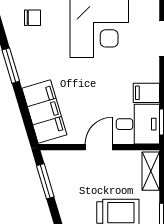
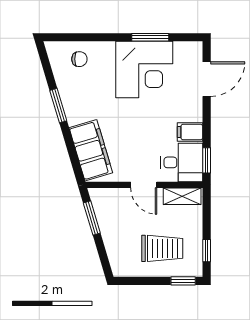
door: (99, 147) -> (144, 185), swing flipped
shelving: (151, 171) -> (182, 196), moved, turned 90

